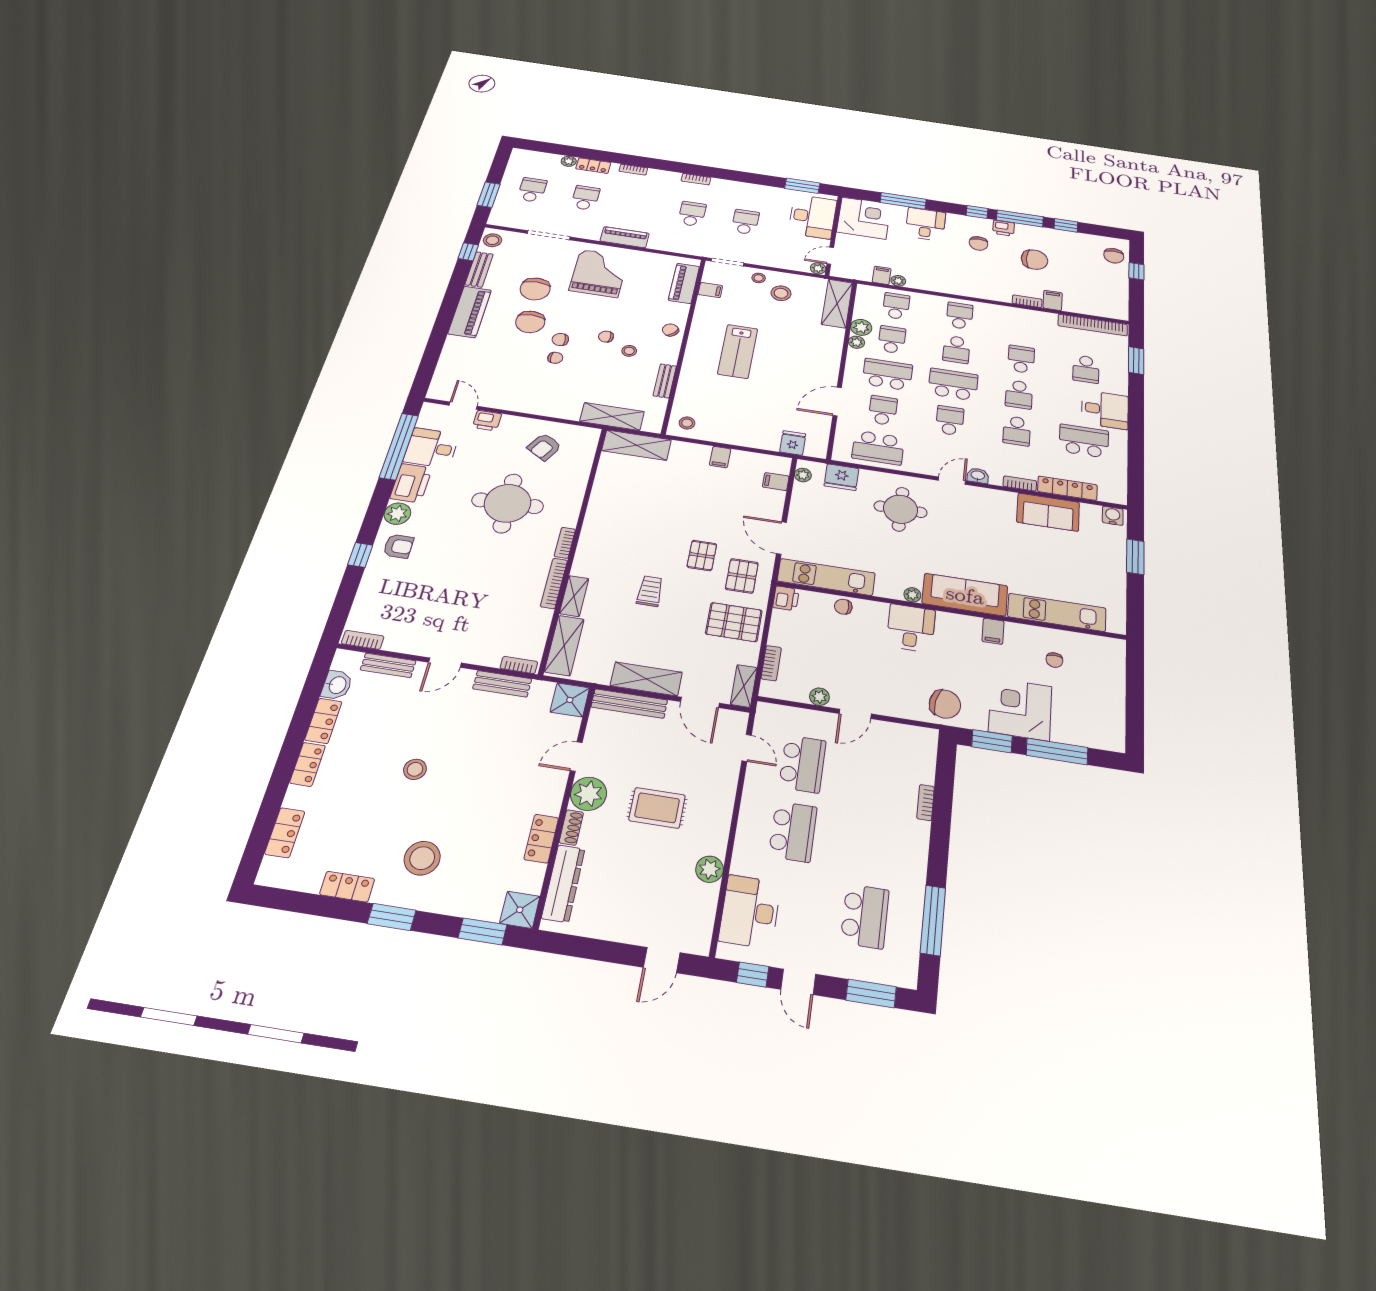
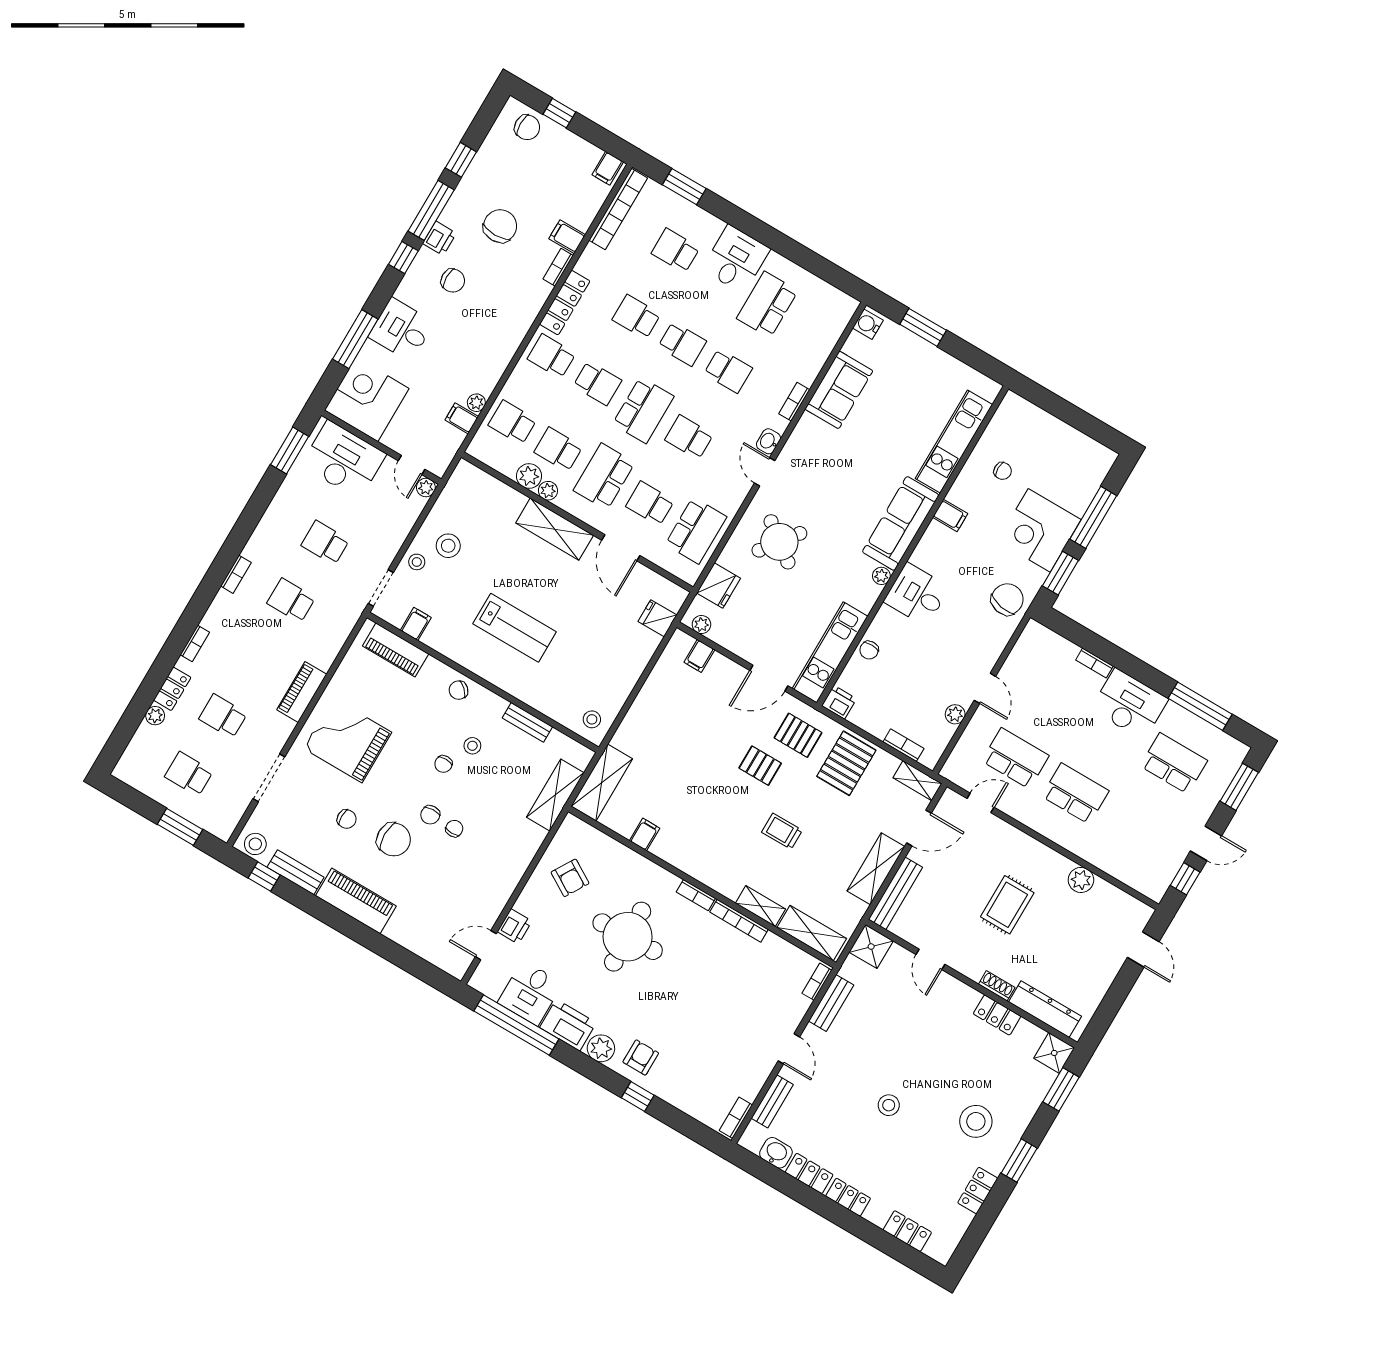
chair: (535, 289) -> (347, 819), width x0.54, depth x0.54
shelving: (837, 303) -> (555, 529), moved
filing cabinet: (1117, 310) -> (608, 168), added
school desk: (1086, 369) -> (675, 251), turned 180
school desk: (953, 384) -> (643, 410), turned 180
filing cabinet: (720, 457) -> (645, 834), moved, turned -90
locker: (1067, 488) -> (565, 303), moved, turned 180
round table: (901, 509) -> (779, 542), turned 37
plant: (589, 794) -> (971, 960), removed
desk: (750, 912) -> (1130, 704), moved, turned 180

